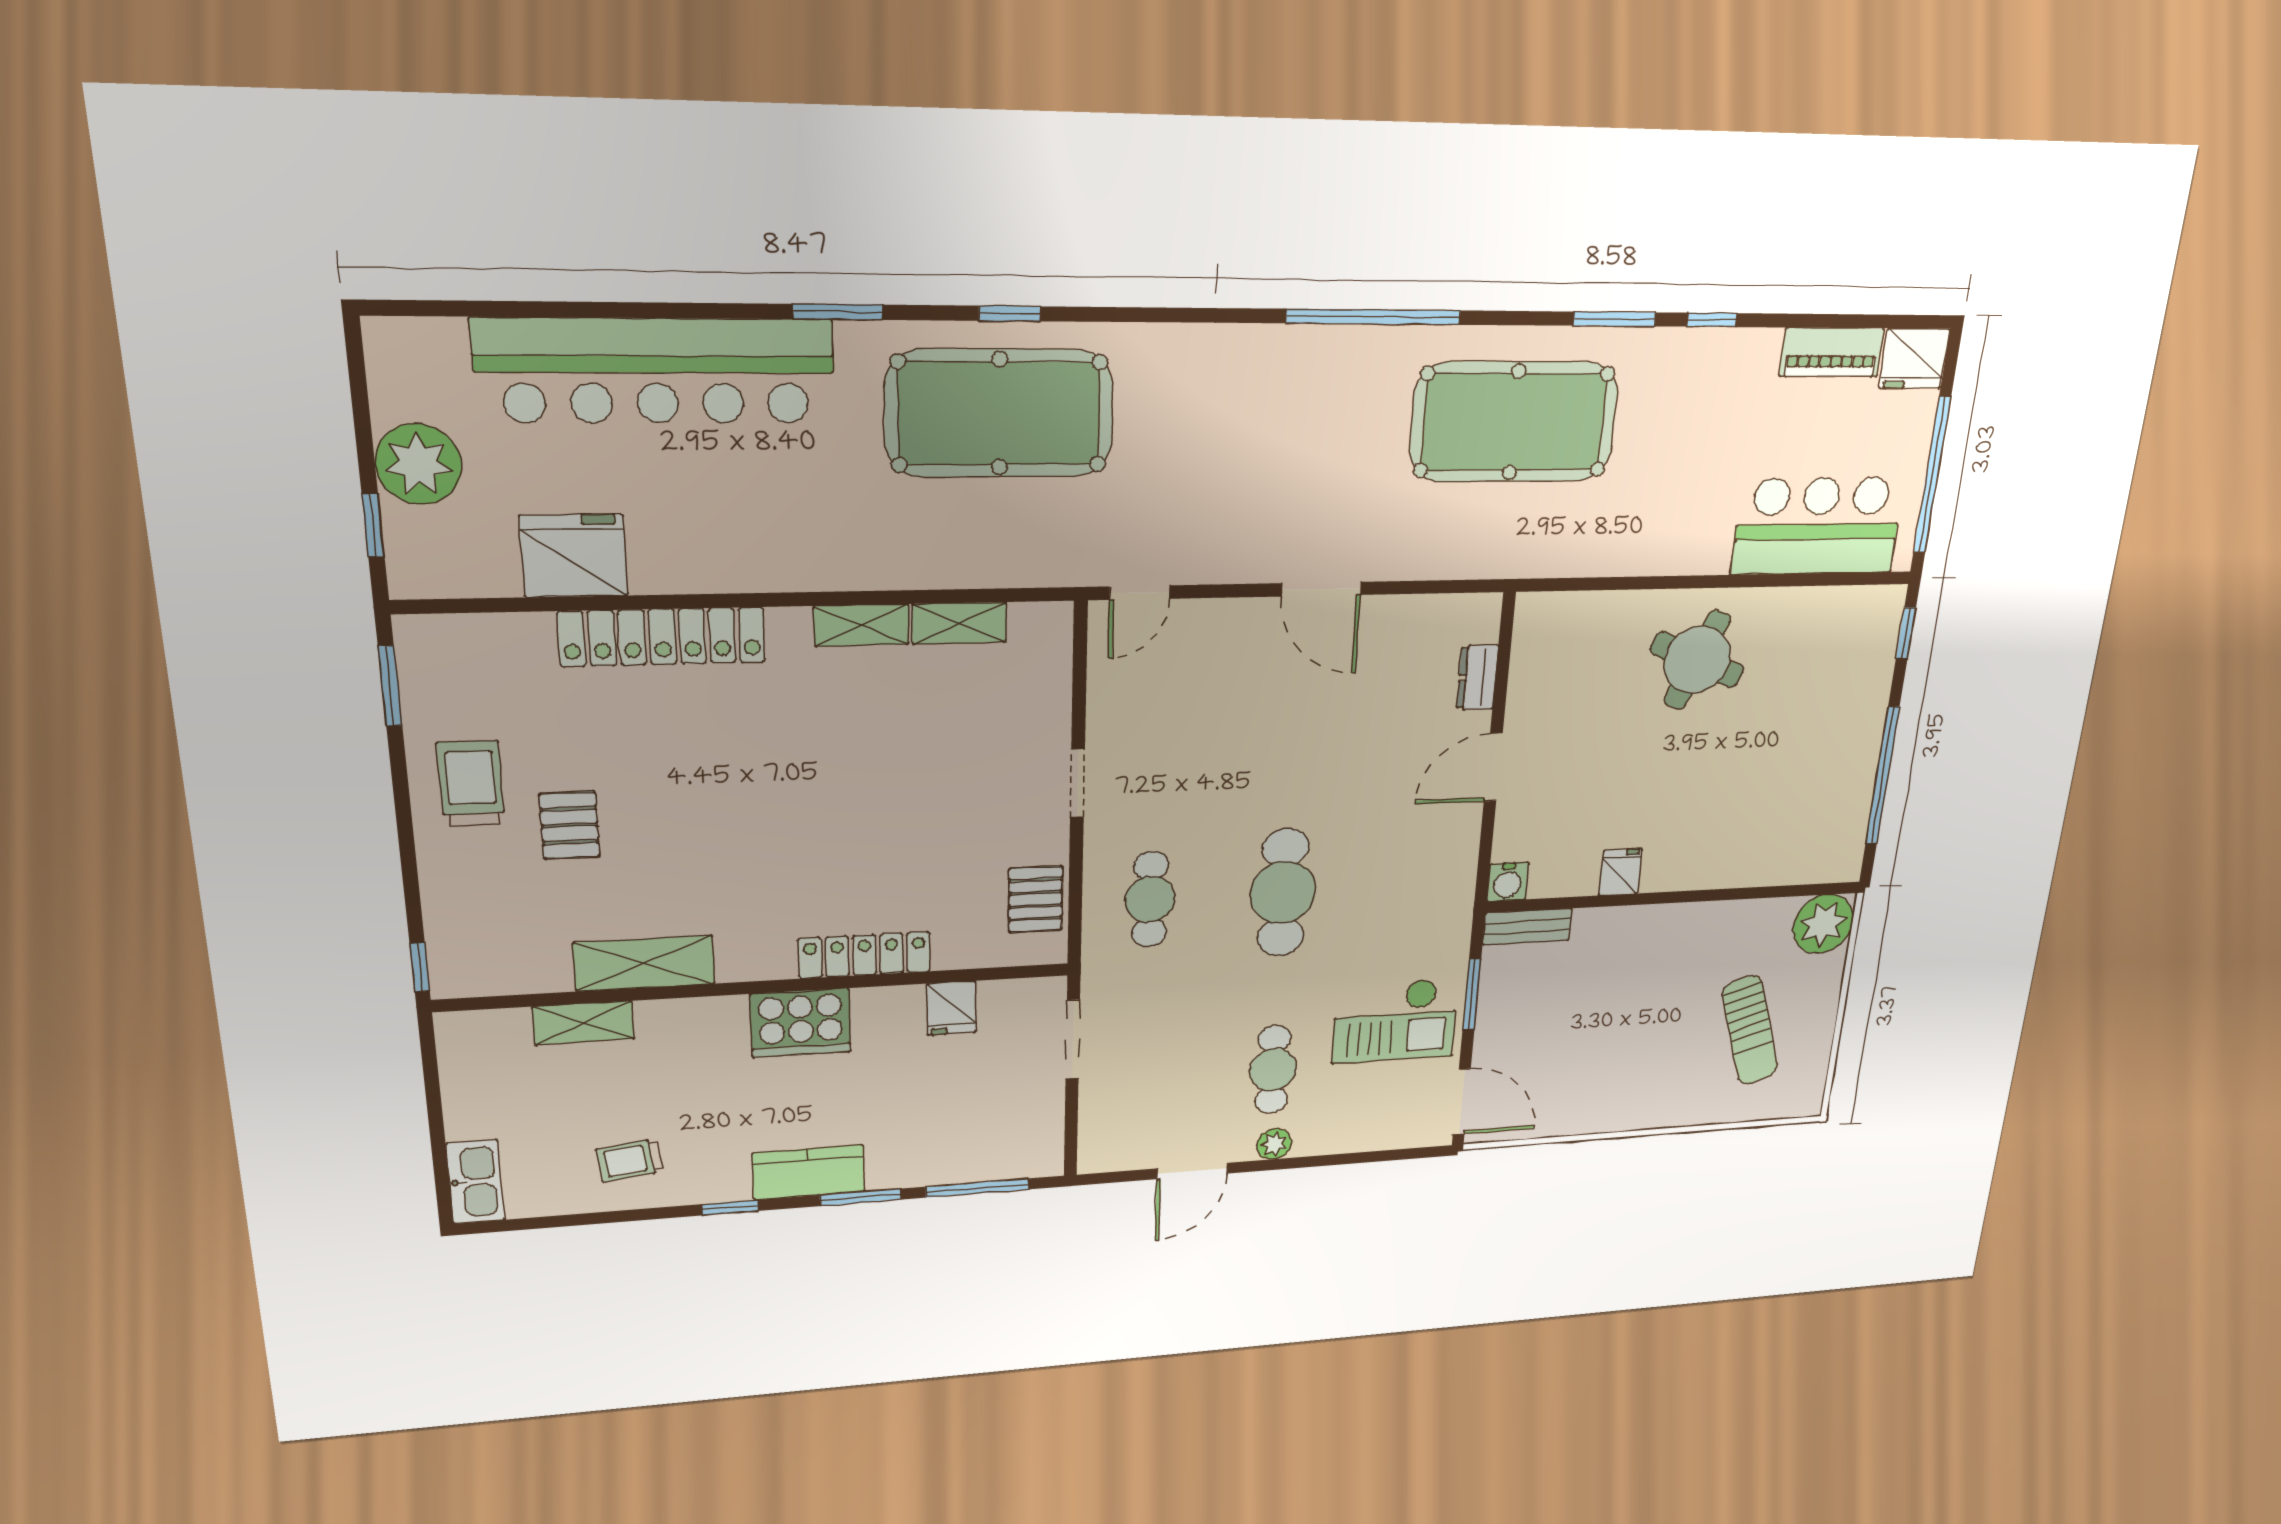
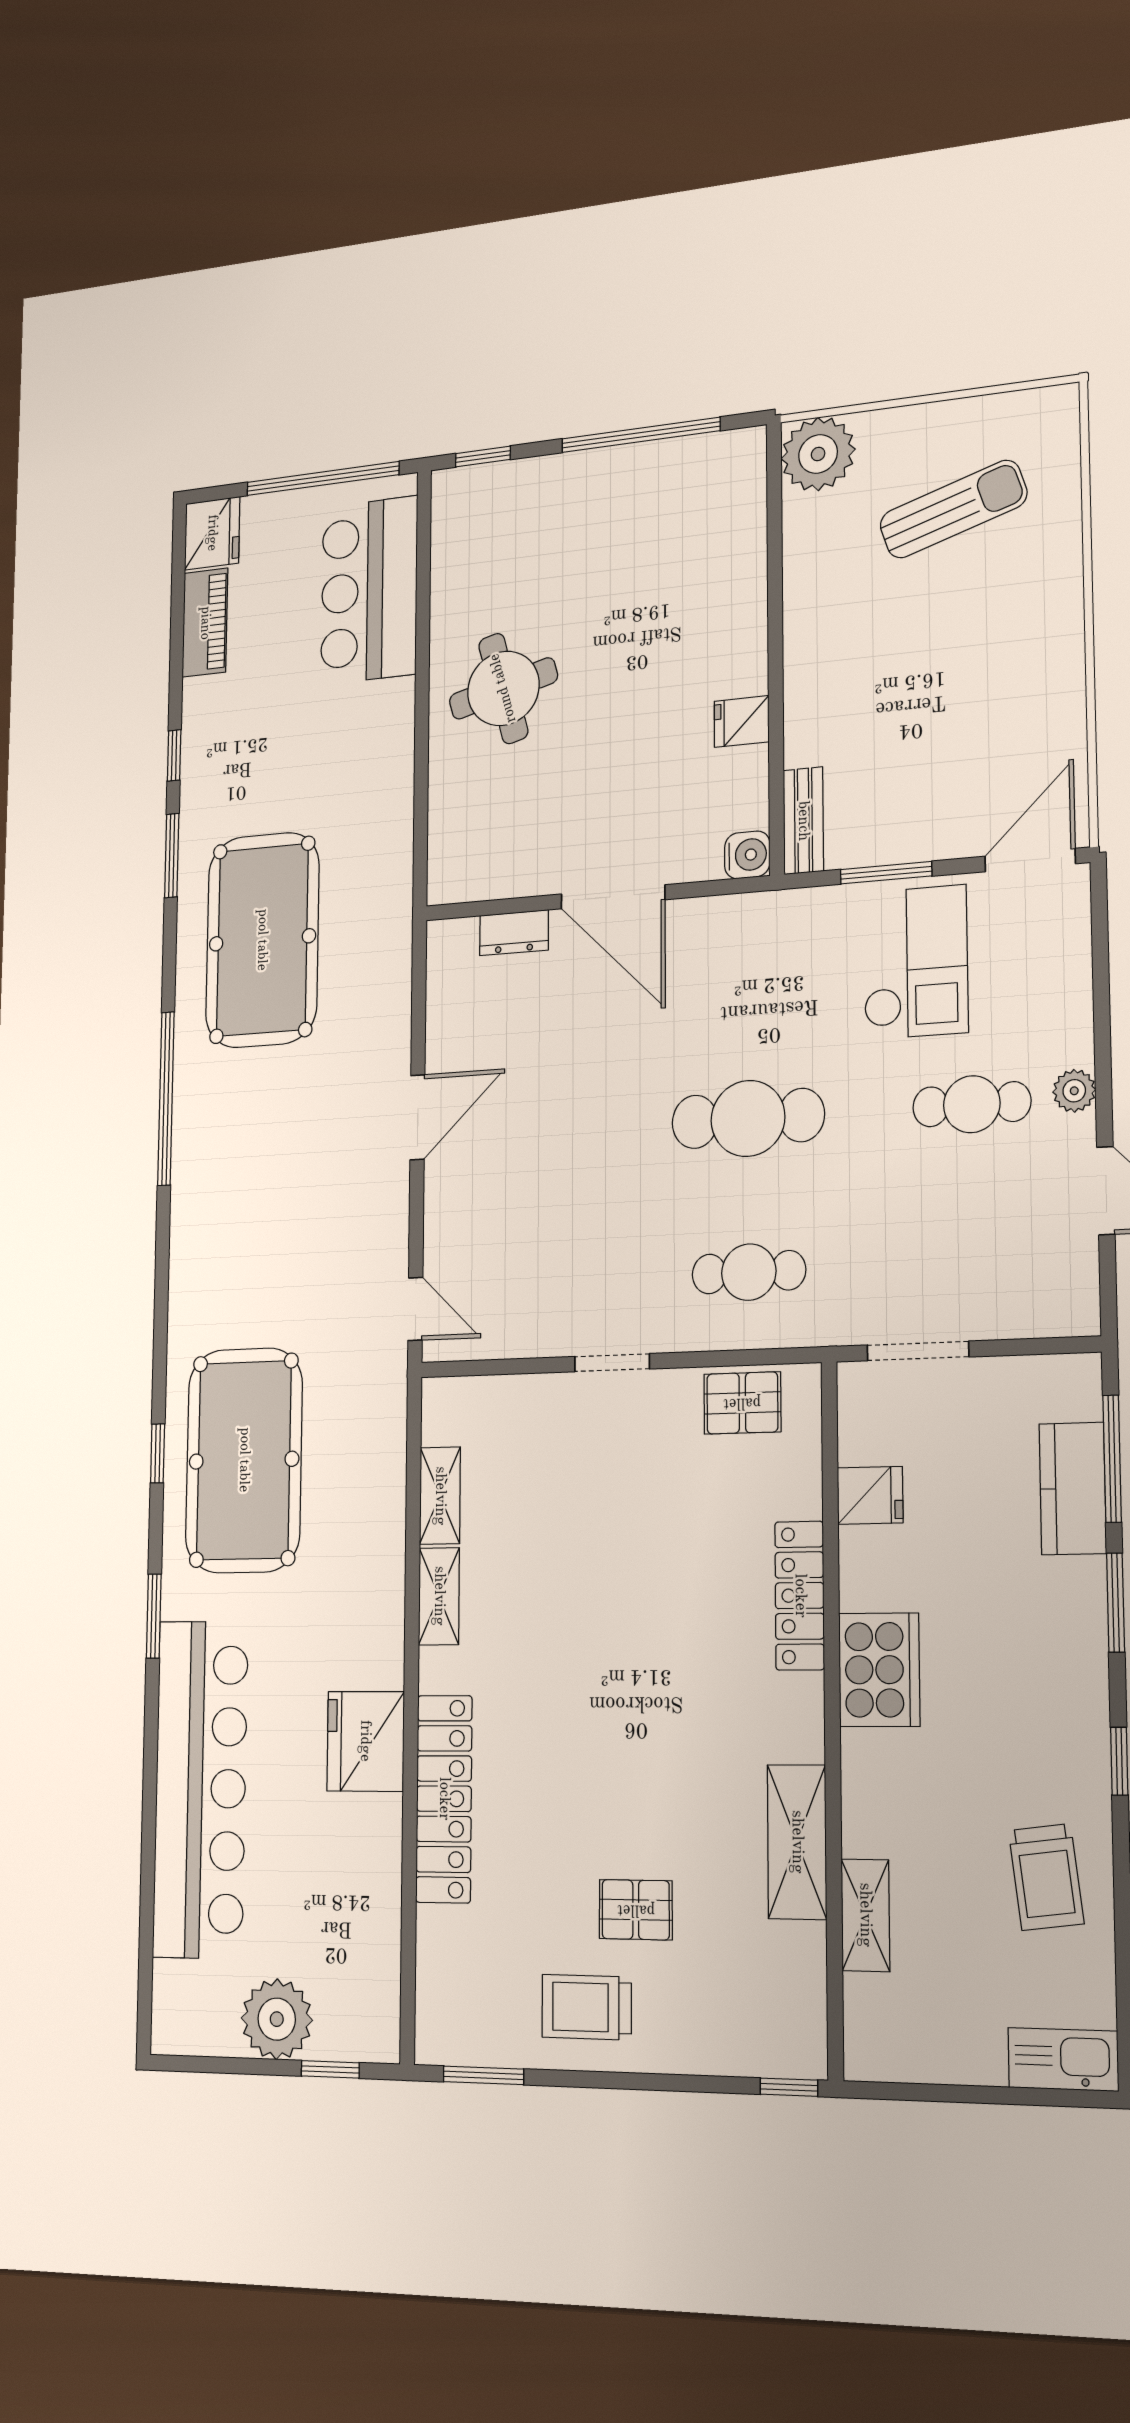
fridge: (574, 556) -> (365, 1741), moved
round table: (1697, 660) -> (503, 688), turned -38
door: (1493, 767) -> (613, 897), width x1.36
trolley: (630, 1160) -> (1046, 1877), width x1.36, depth x1.39
kitchen counter: (809, 1172) -> (1073, 1488), moved

